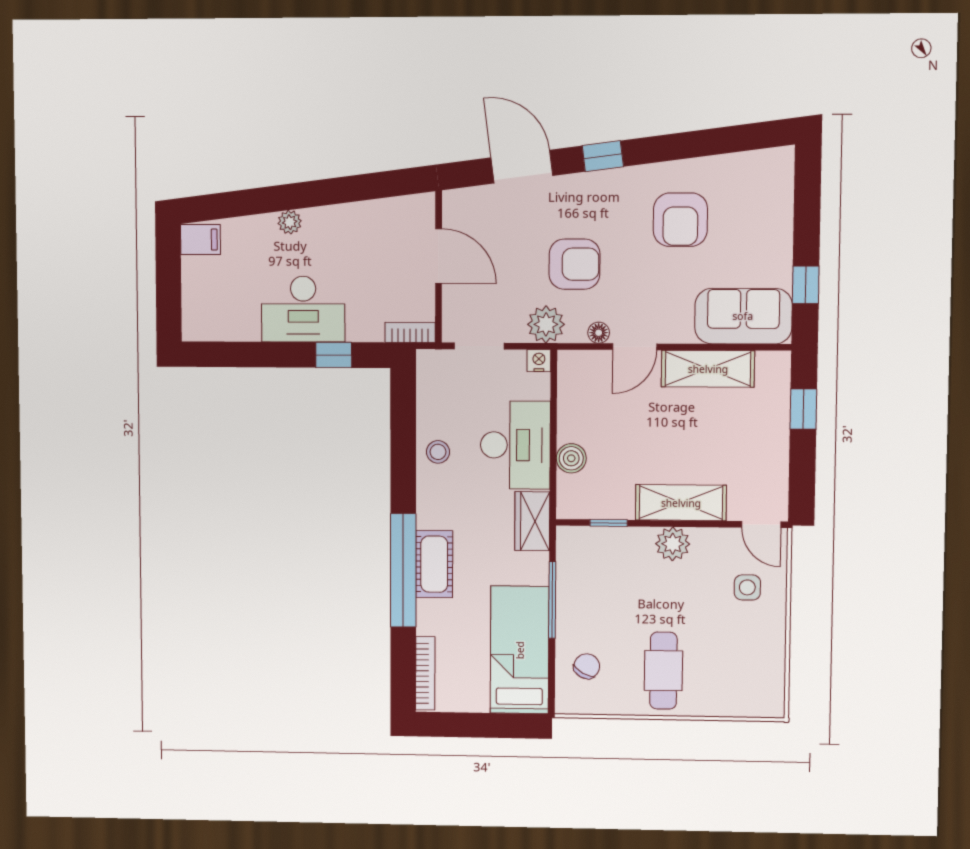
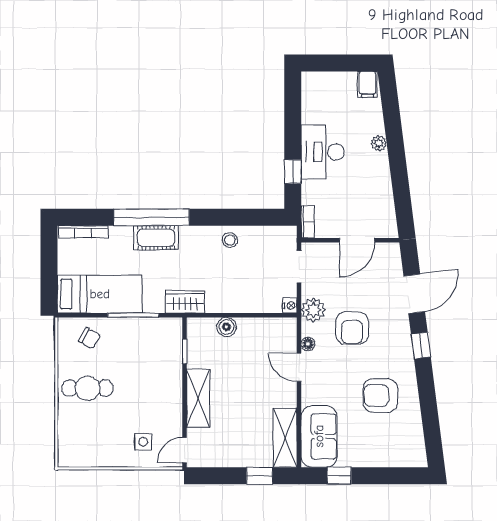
shelving: (708, 369) -> (285, 438), moved
desk: (515, 445) -> (235, 291), removed
plant: (673, 544) -> (171, 393), removed

